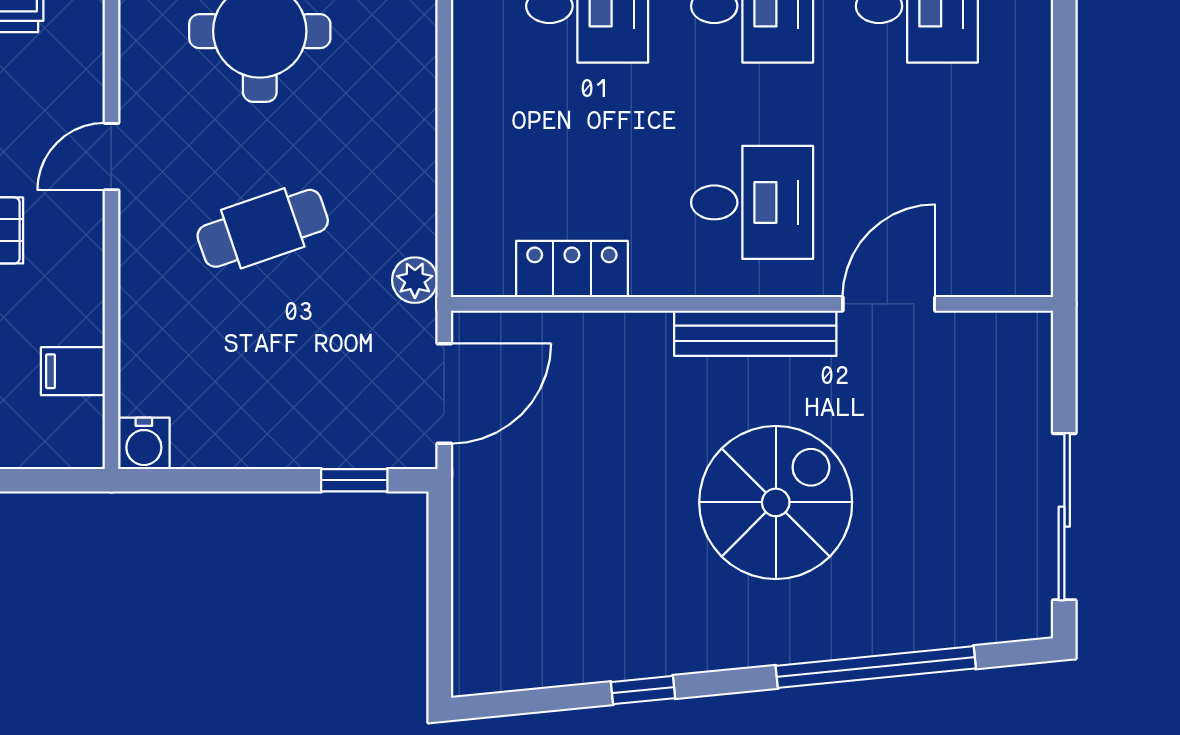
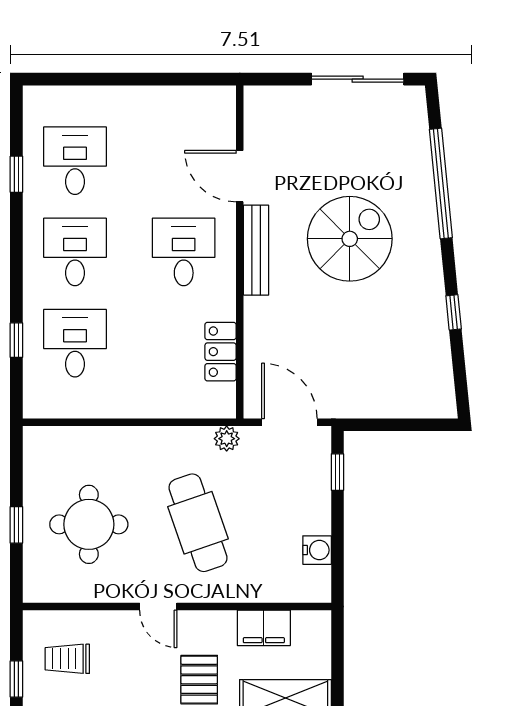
cafe table: (263, 228) -> (198, 523), width x1.37, depth x1.35
filing cabinet: (73, 371) -> (264, 628), width x2.00
water cooler: (144, 443) -> (317, 550), moved
spiral stairs: (776, 502) -> (350, 239), turned 90

